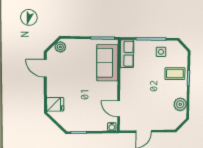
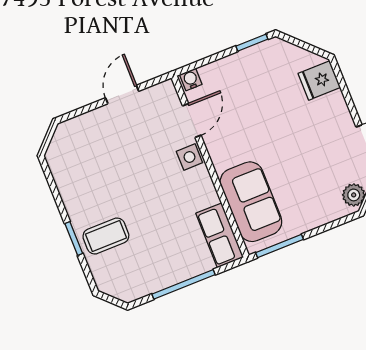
side table: (161, 52) -> (189, 157), moved
plant: (180, 104) -> (69, 179), removed
door: (119, 109) -> (192, 120), hinge flipped

